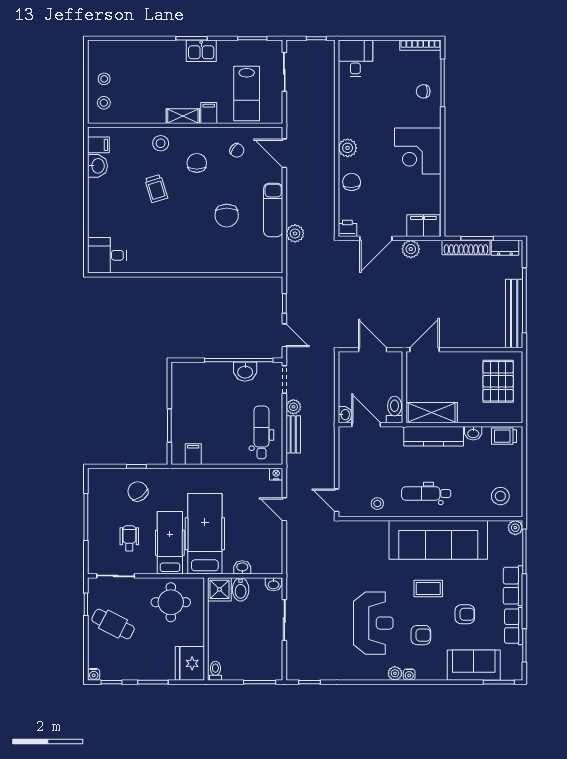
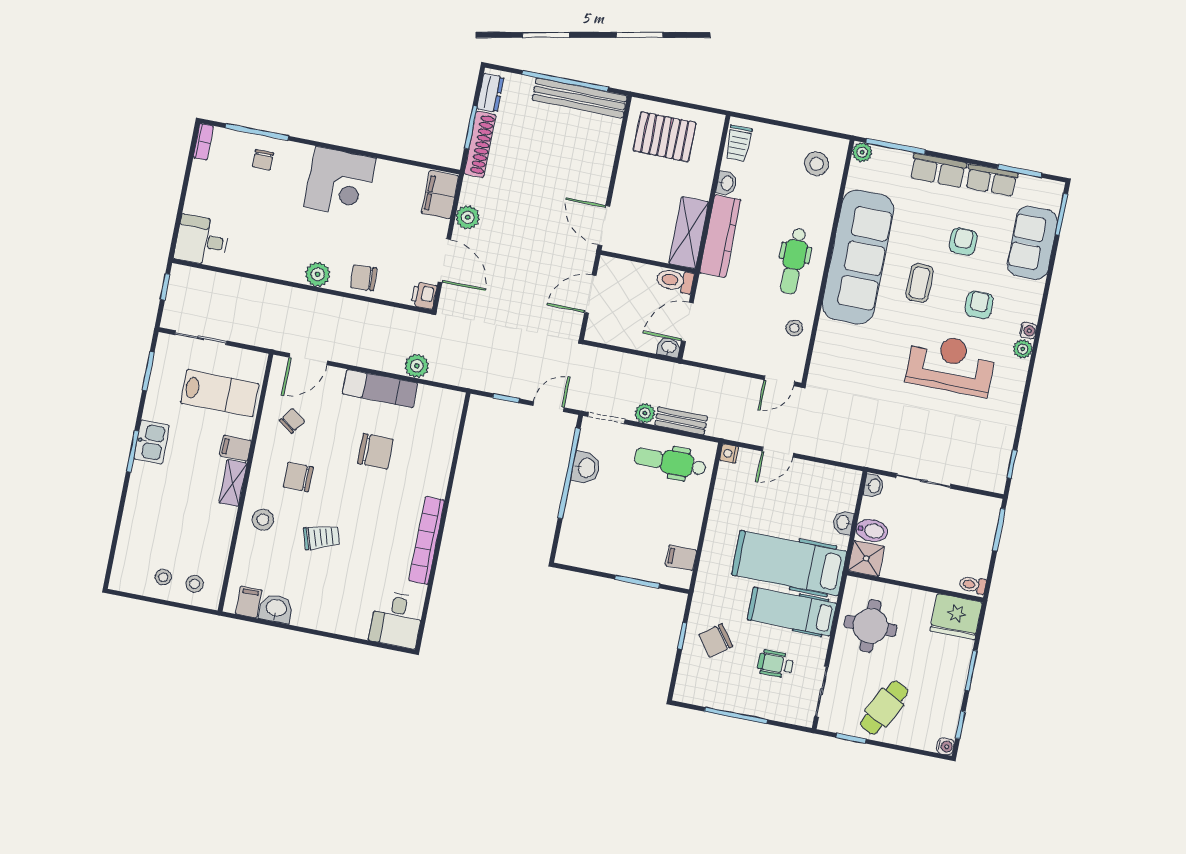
bookcase: (420, 45) -> (203, 142), width x0.64
bookcase: (169, 266) -> (427, 540), added

